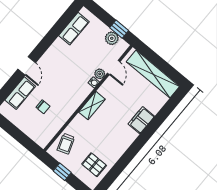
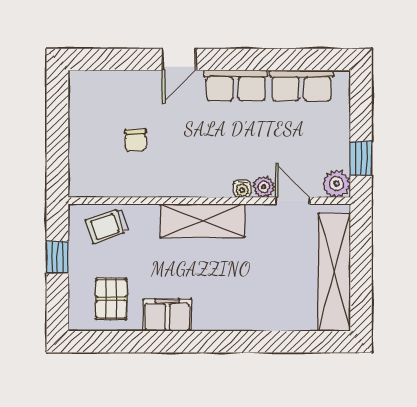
plant: (112, 38) -> (337, 184), moved
door: (114, 67) -> (293, 201), swing flipped
row of seats: (20, 93) -> (236, 85), moved
shelving: (92, 106) -> (203, 221), width x1.50, depth x1.33
filing cabinet: (141, 120) -> (167, 315), moved

